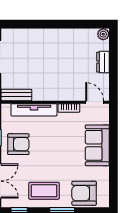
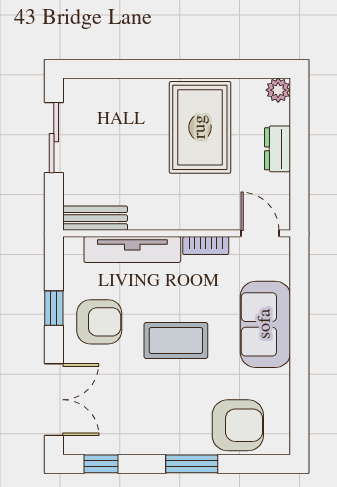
rug: (66, 52) -> (200, 127), added
coffee table: (44, 191) -> (176, 340), moved
armchair: (84, 193) -> (238, 425), turned 180

